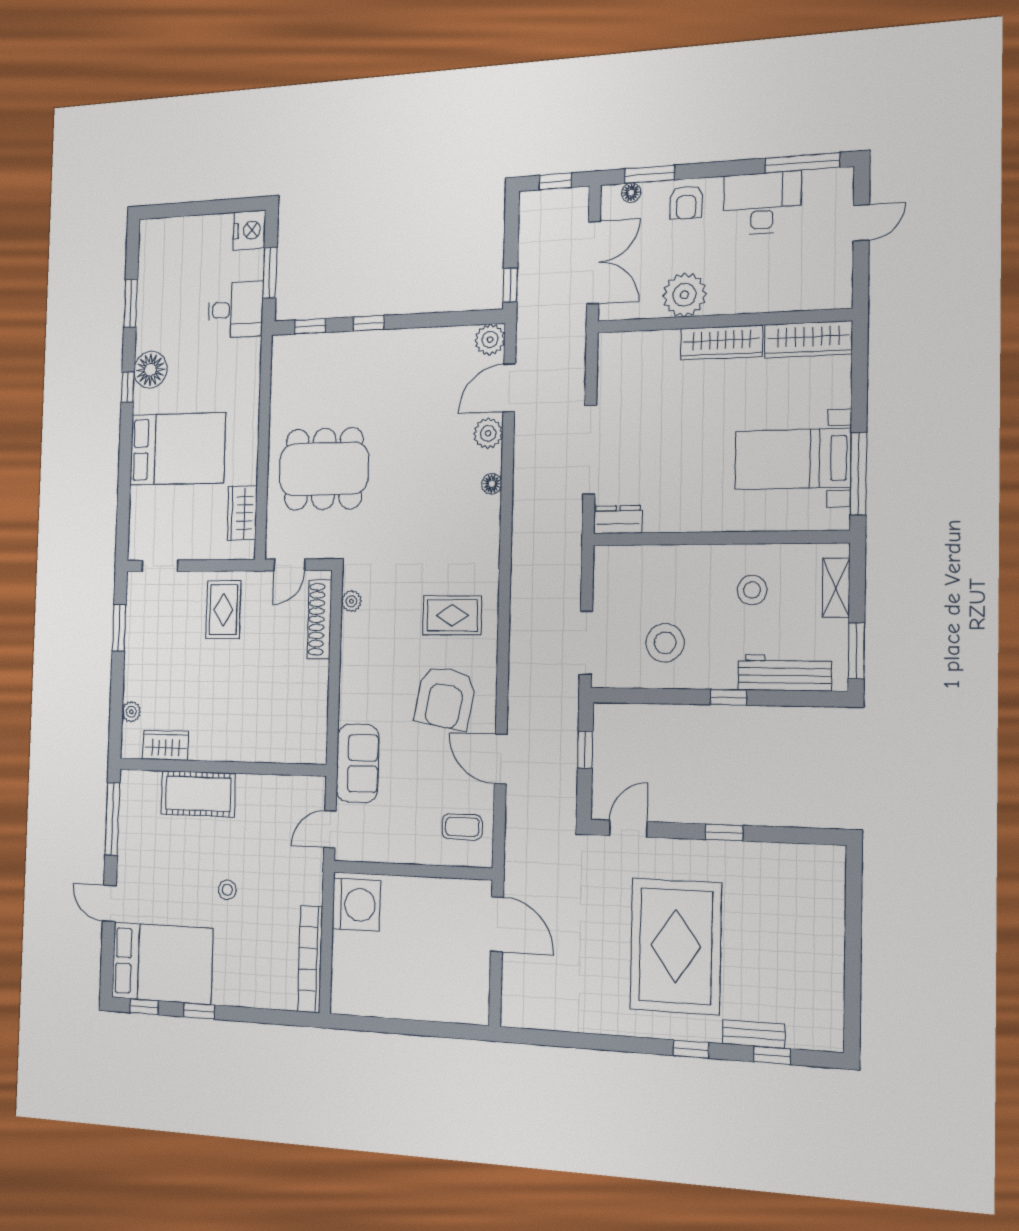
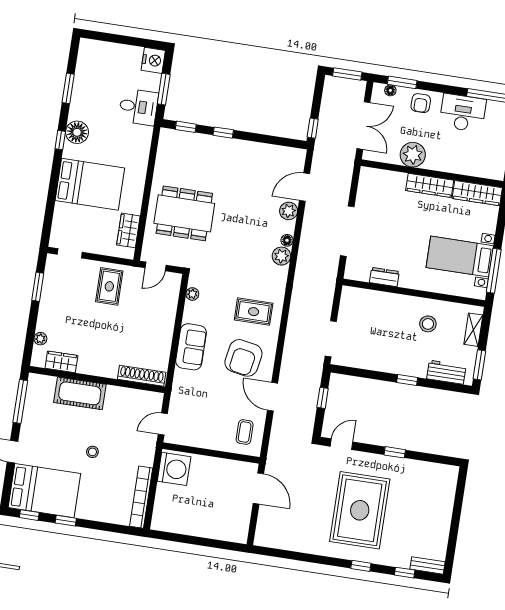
window: (555, 181) -> (347, 74), width x1.50
plant: (490, 340) -> (281, 256), moved
dresser: (618, 520) -> (384, 277), moved
shoe rack: (319, 619) -> (142, 376), moved, turned 90
stool: (665, 643) -> (376, 345), removed
workbench: (785, 673) -> (446, 372), width x0.73
sofa: (357, 763) -> (191, 347), moved
coffee table: (462, 827) -> (245, 432), turned 90
bench: (754, 1034) -> (427, 565), moved

